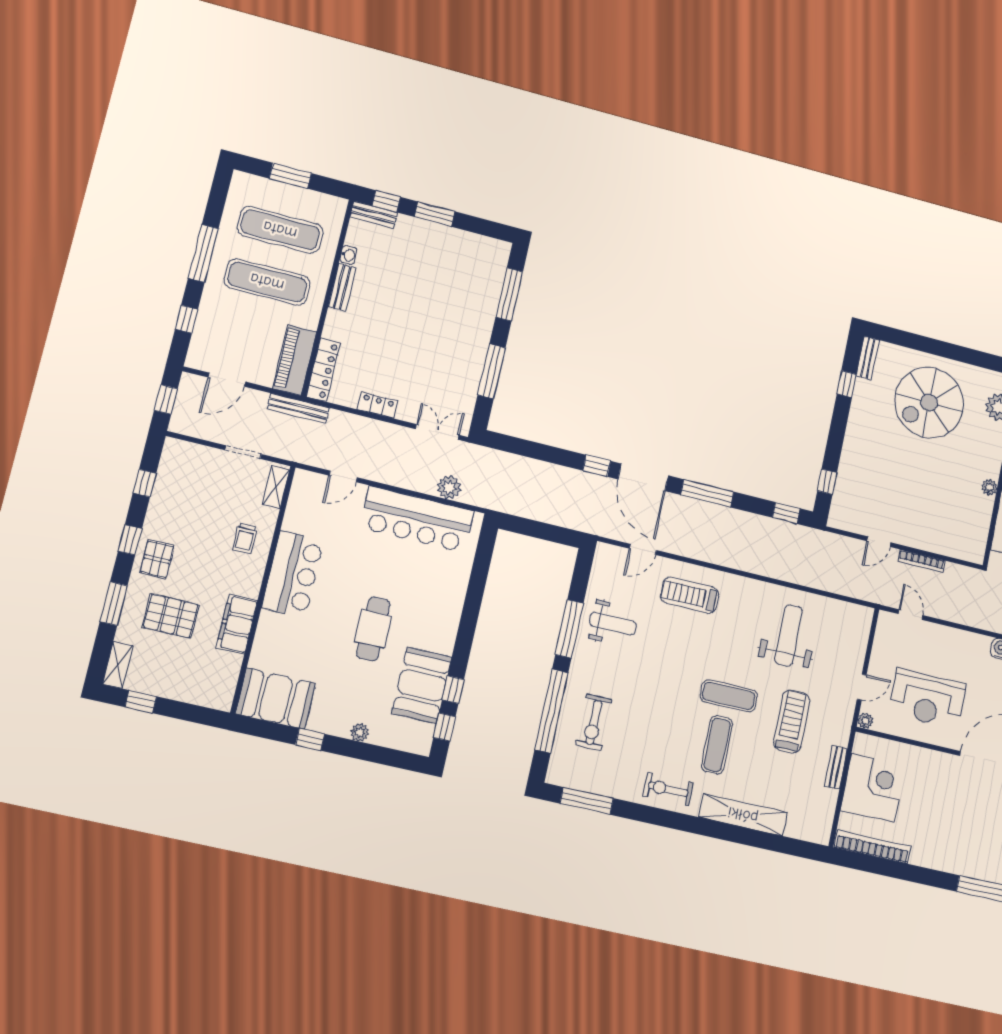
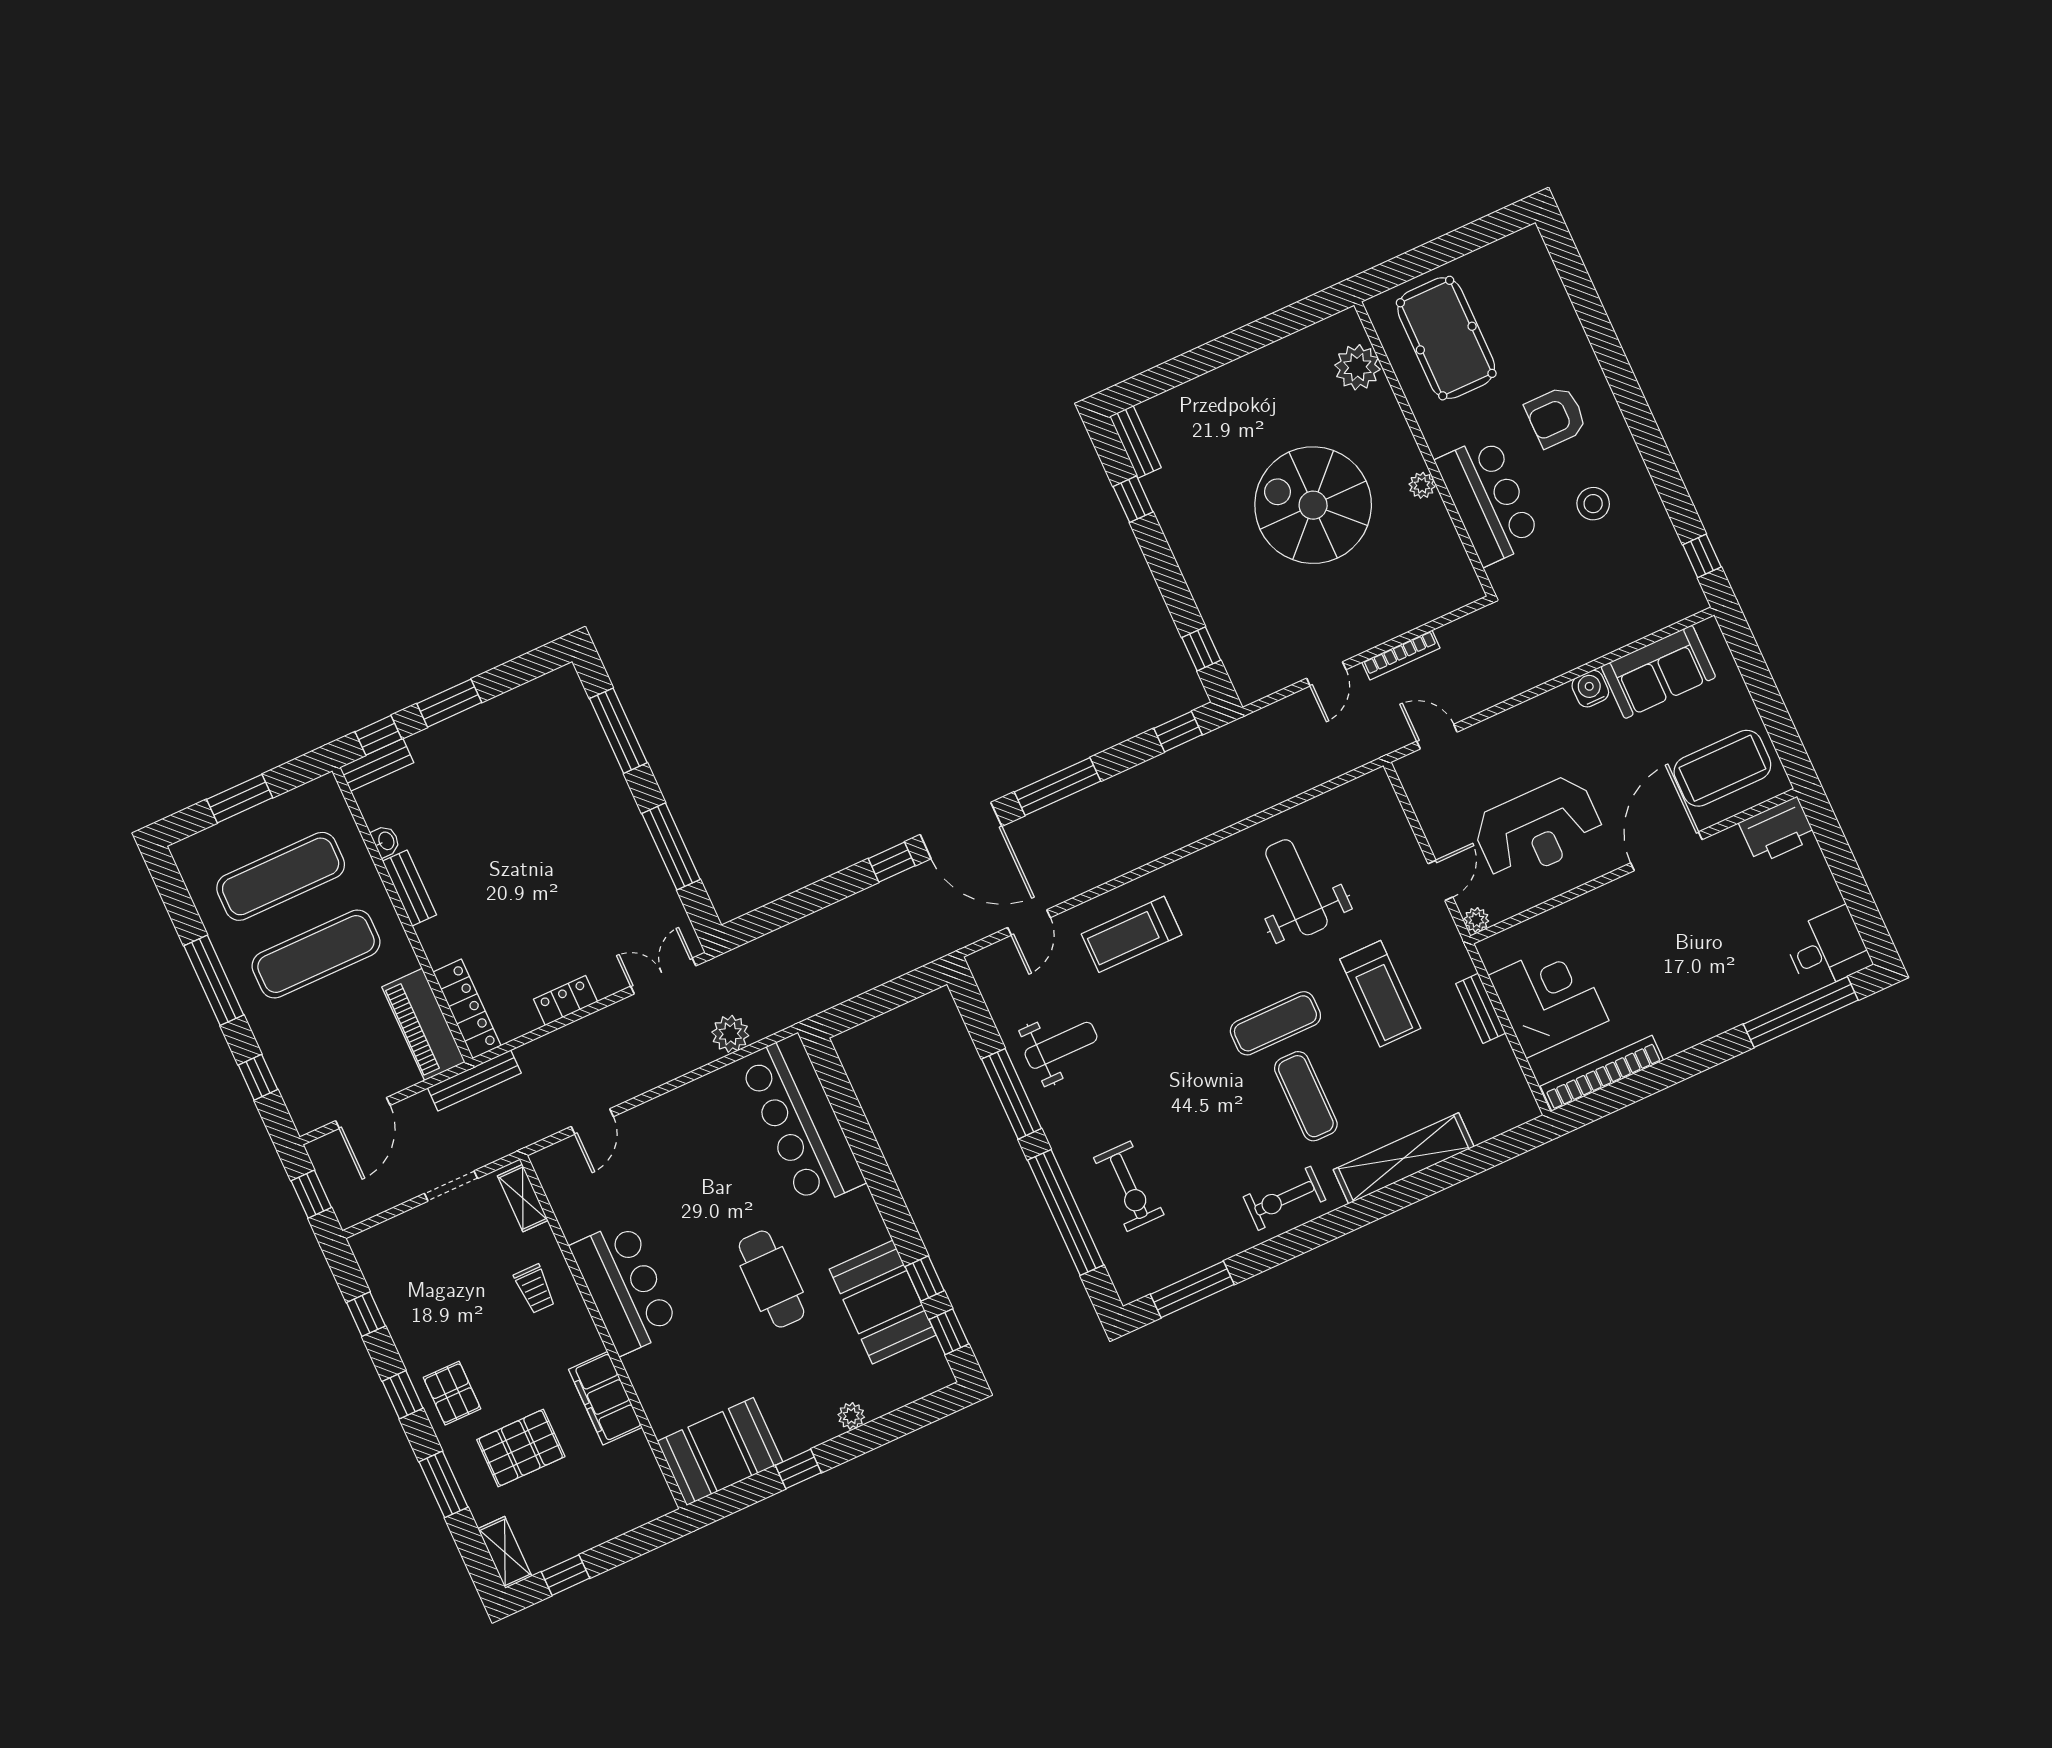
spiral stairs: (929, 403) -> (1313, 505), moved, turned 90
bar counter: (417, 519) -> (802, 1121), moved, turned 90
treadmill: (792, 721) -> (1380, 994), turned 180

